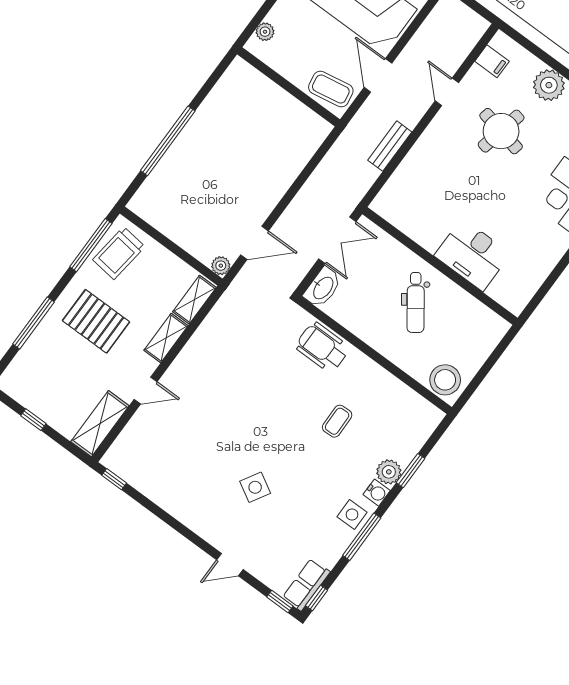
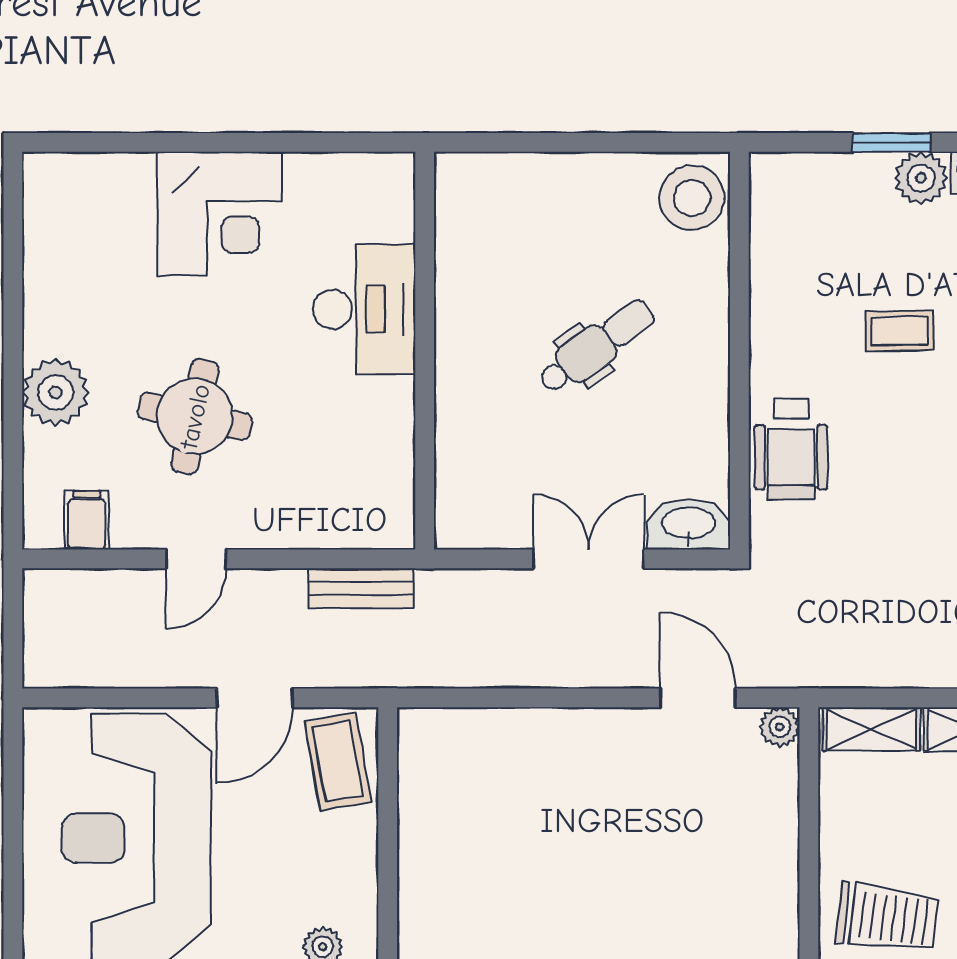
desk: (472, 255) -> (364, 309), moved
wall: (440, 266) -> (425, 351), moved

